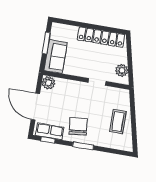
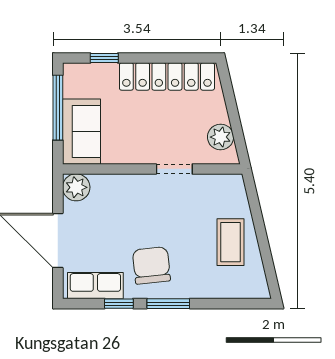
window: (72, 23) -> (104, 58), added
window: (46, 43) -> (58, 108), width x1.44
window: (48, 140) -> (119, 304), moved

